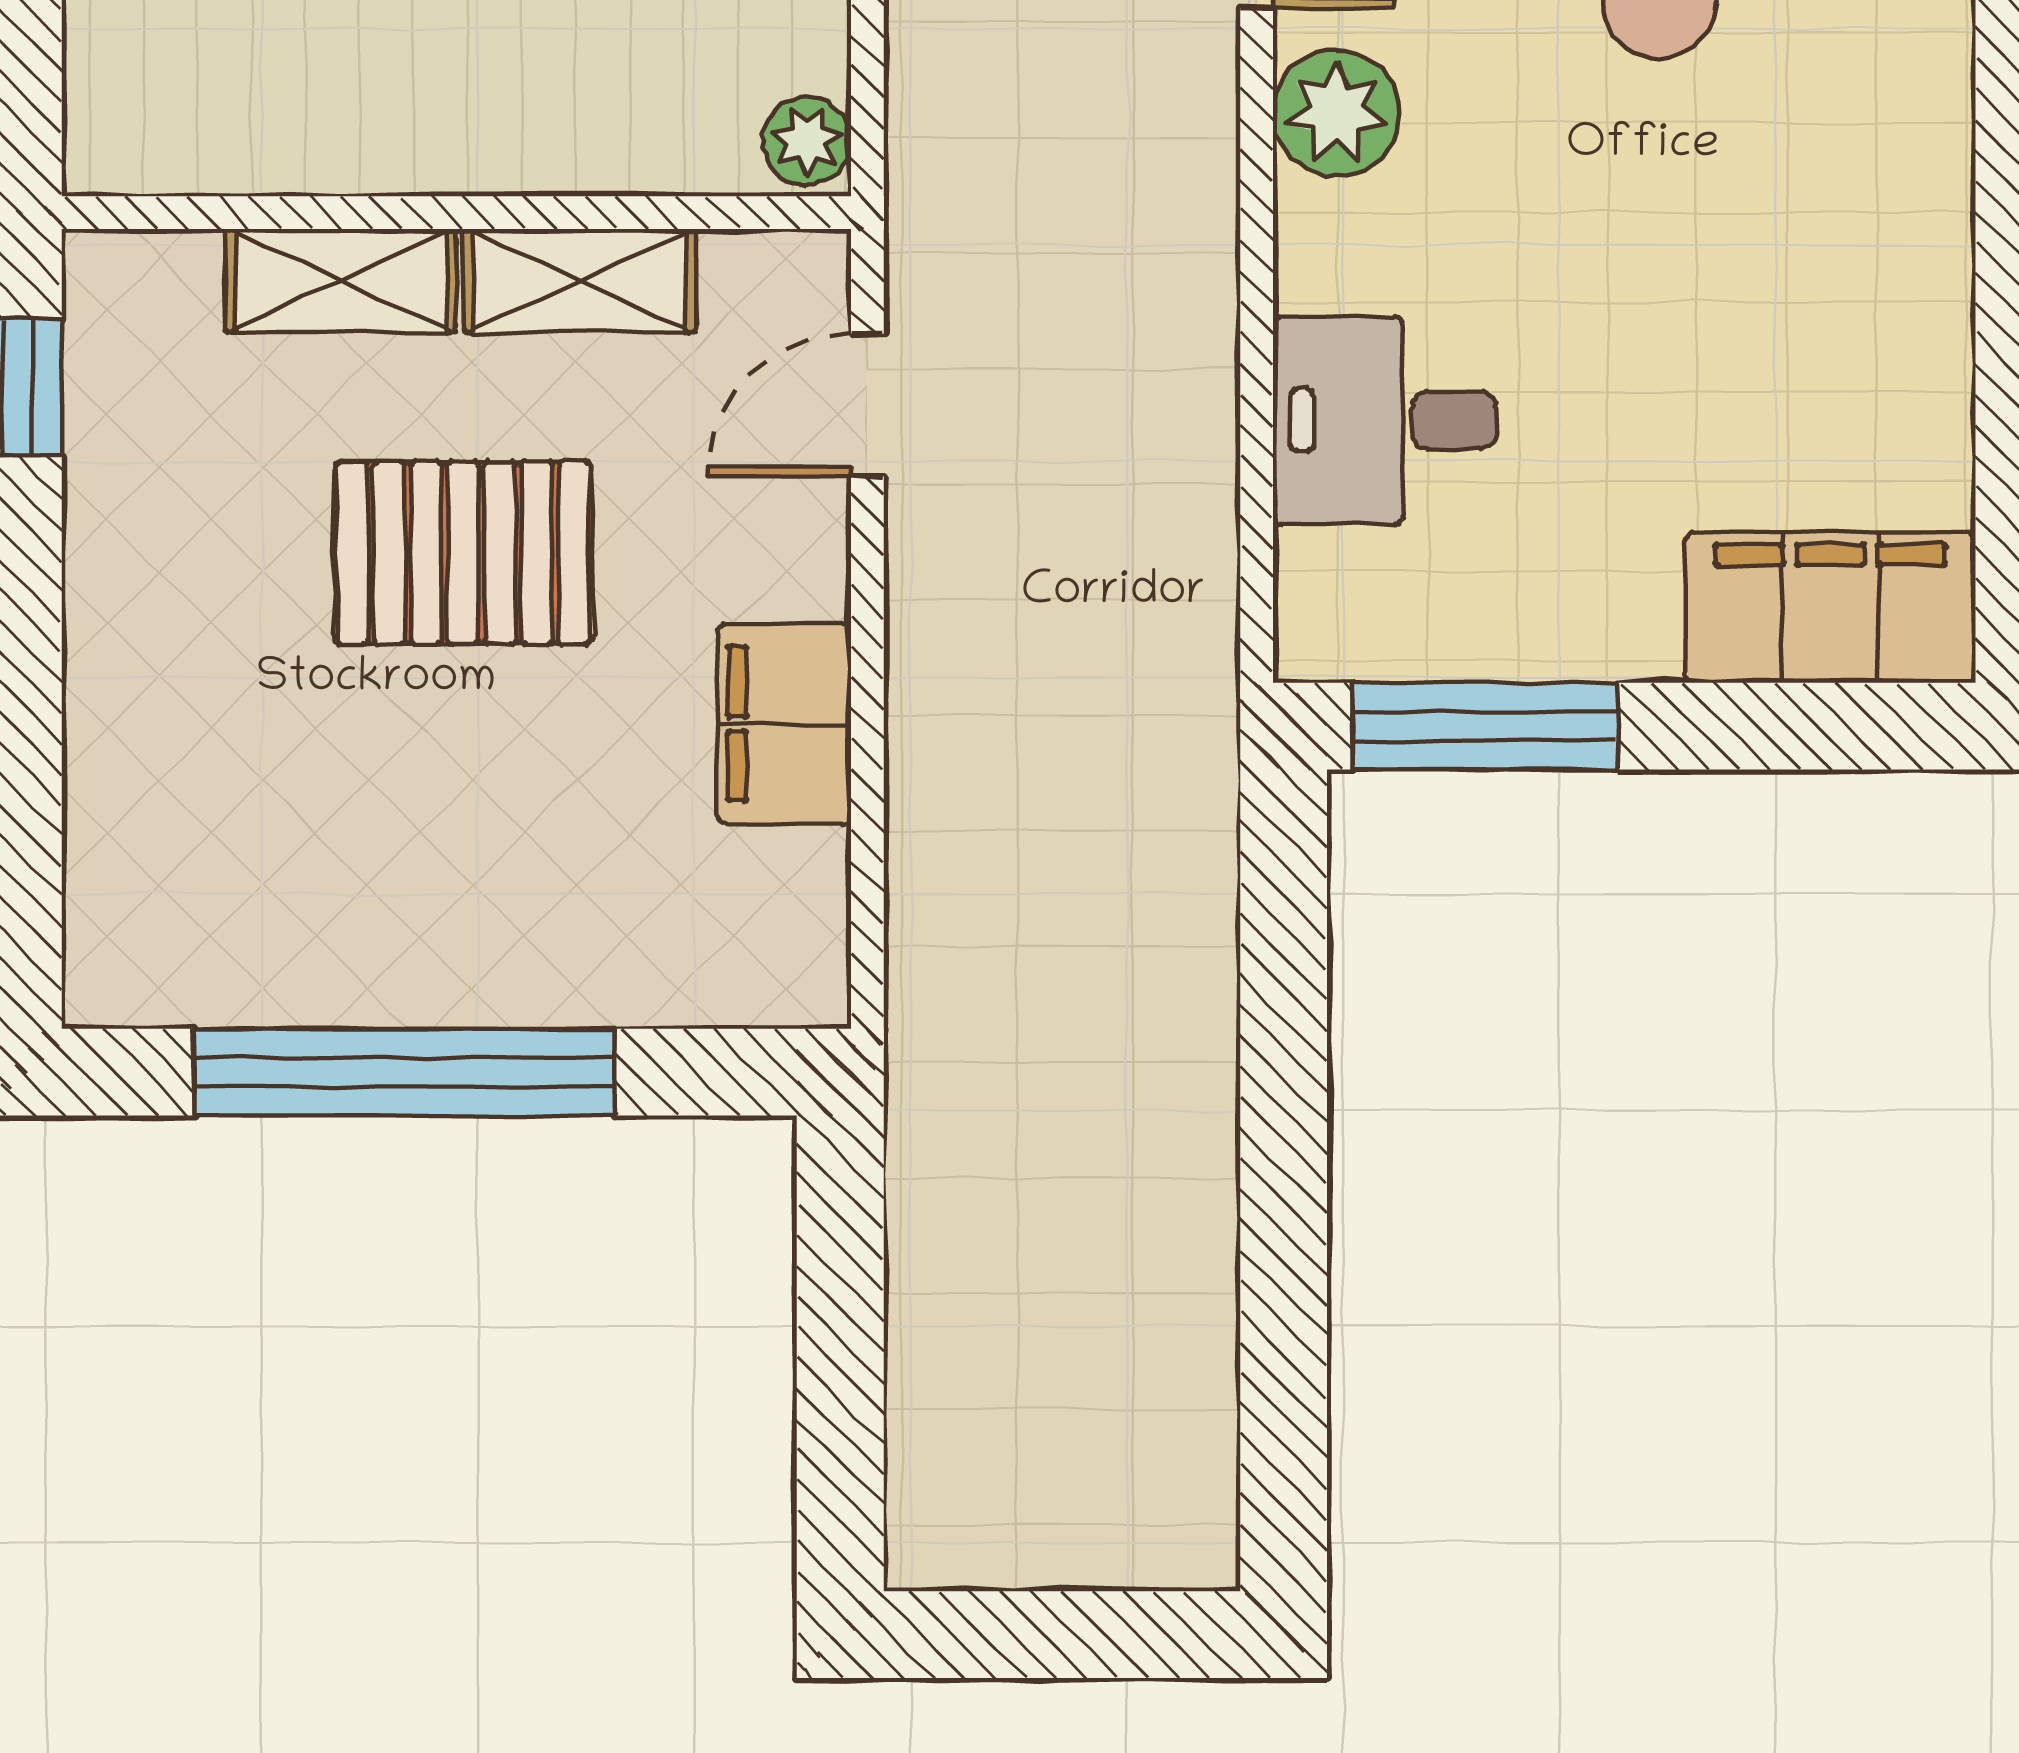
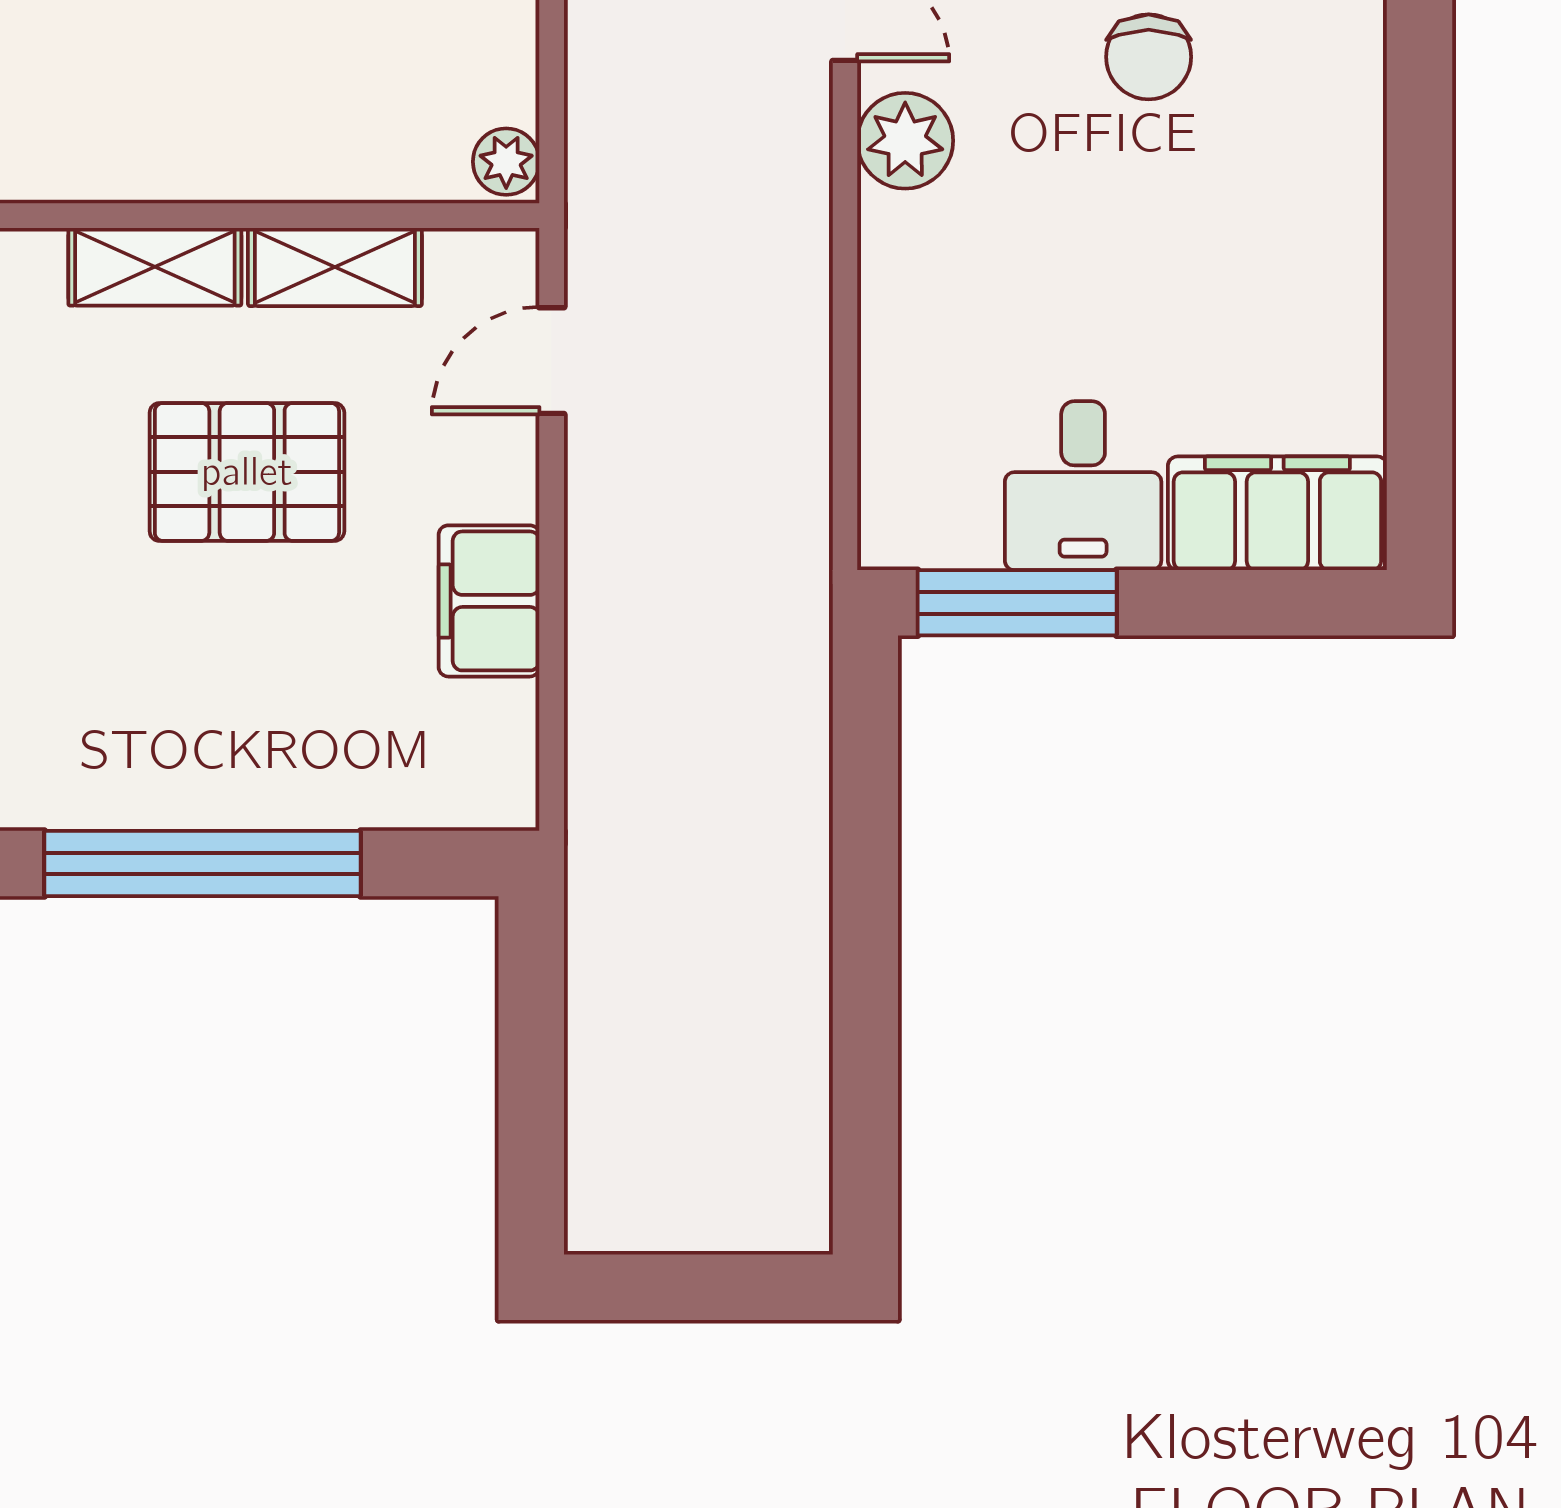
desk: (1385, 420) -> (1083, 486), moved, turned -90

